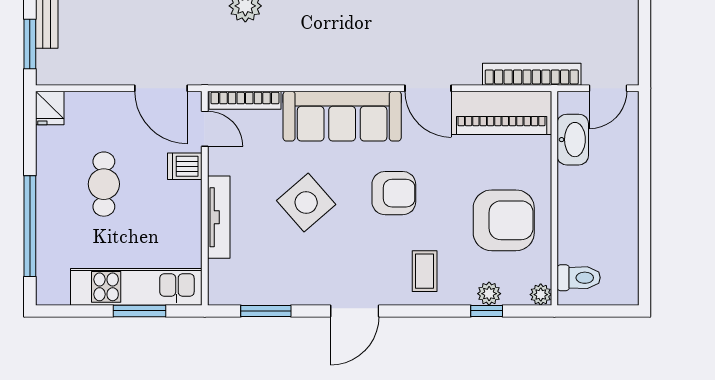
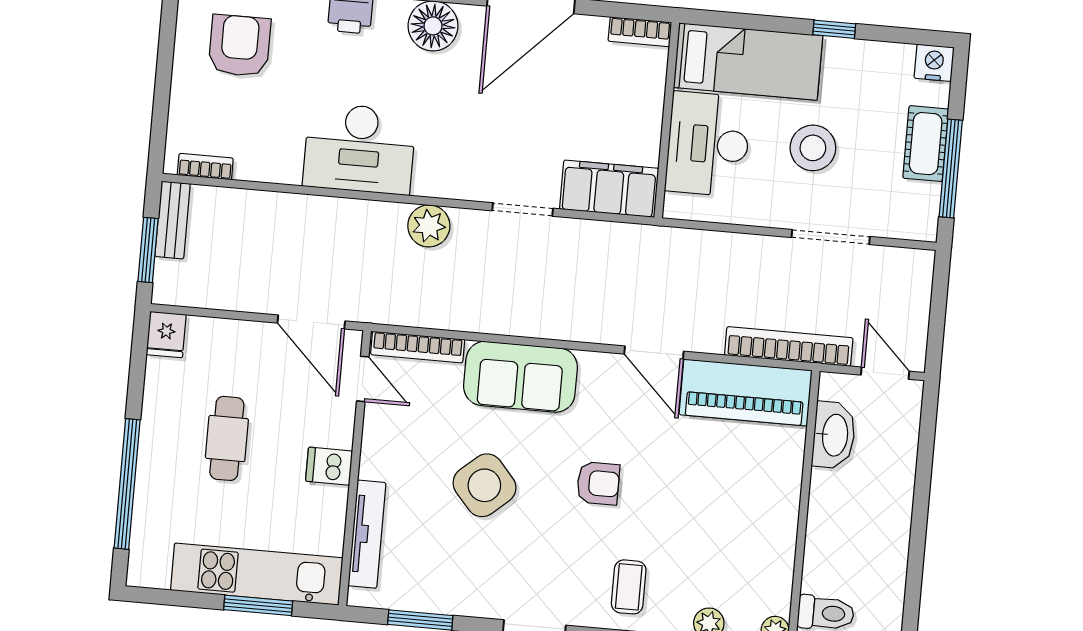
door: (608, 88) -> (885, 373), swing flipped
sofa: (342, 116) -> (520, 377), width x0.73
dishwasher: (185, 166) -> (329, 466), moved
armchair: (394, 193) -> (598, 483), width x0.72, depth x0.72
tv unit: (219, 217) -> (367, 534), moved
armchair: (504, 220) -> (736, 531), removed

